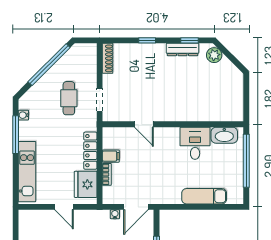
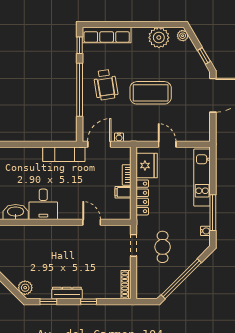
dresser: (182, 49) -> (67, 293), moved
exam couch: (204, 196) -> (64, 154), moved

